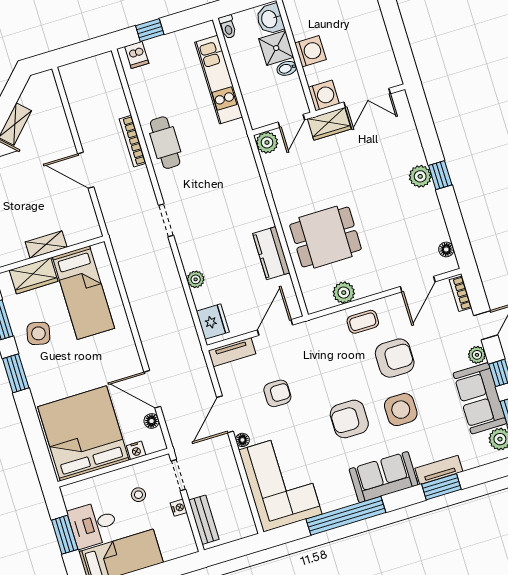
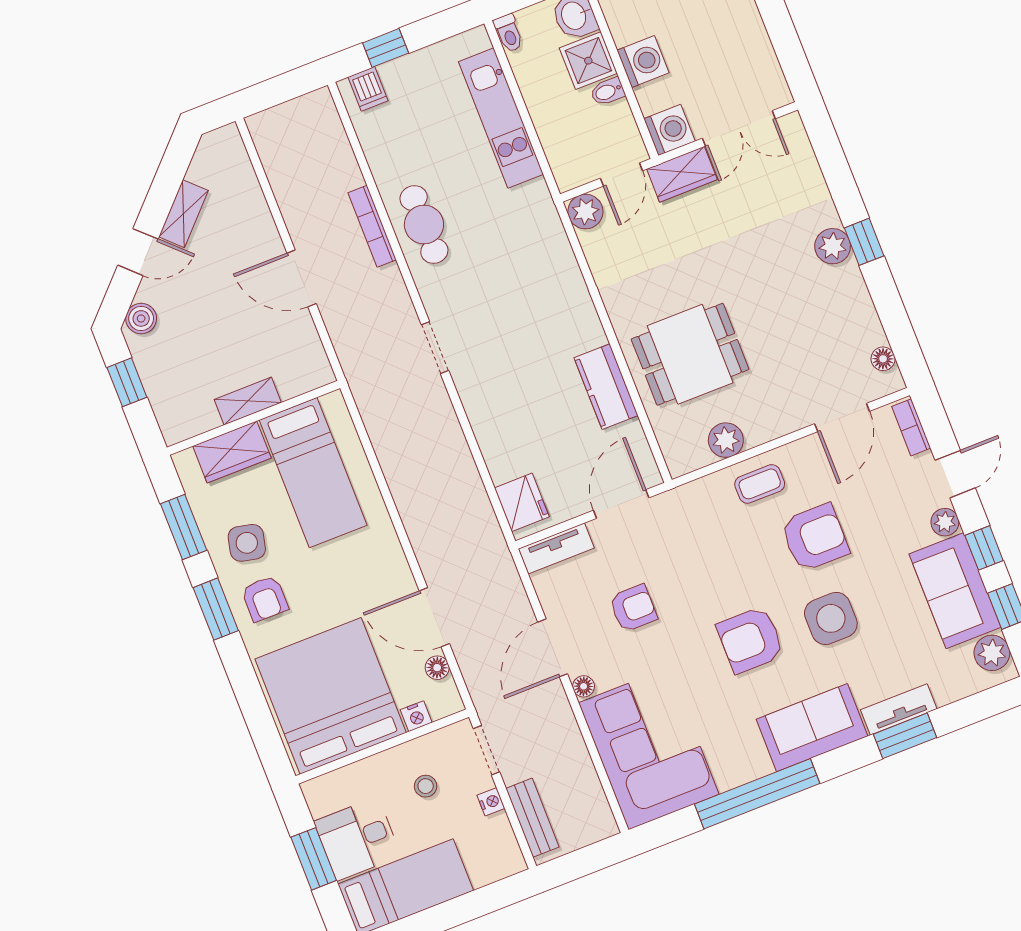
plant: (196, 279) -> (489, 438), removed
armchair: (47, 369) -> (265, 599), added

